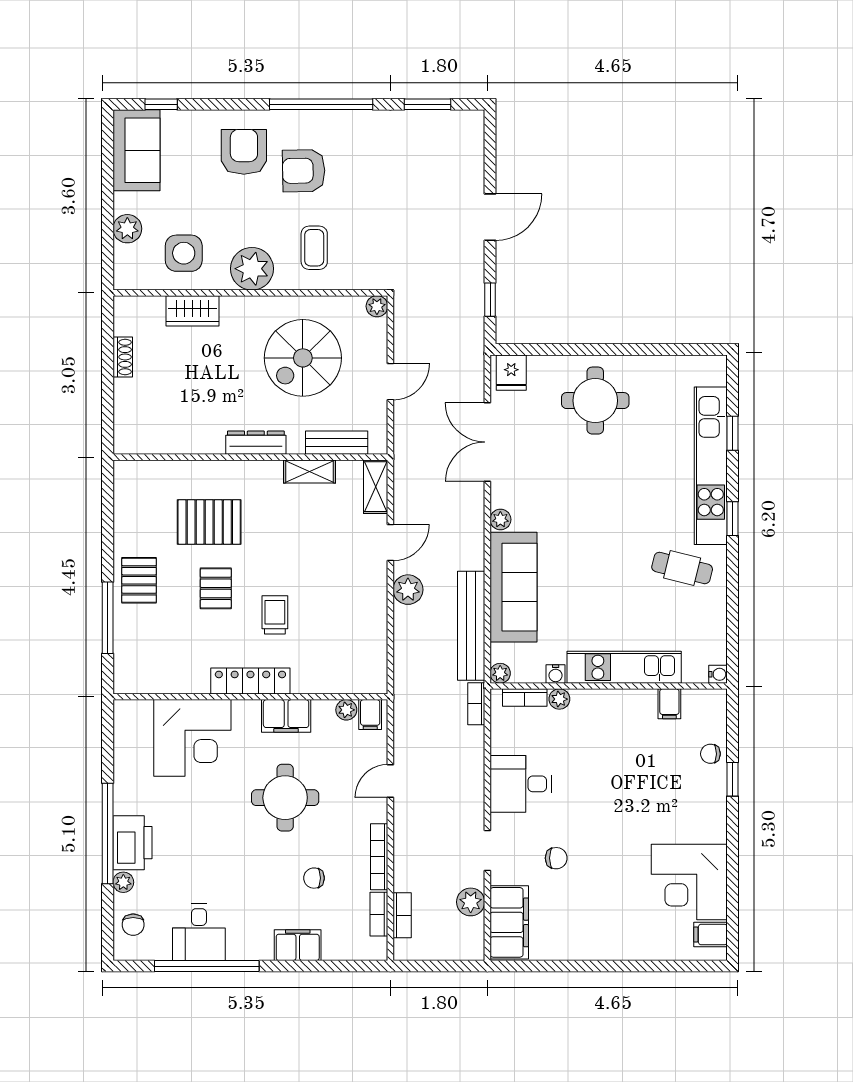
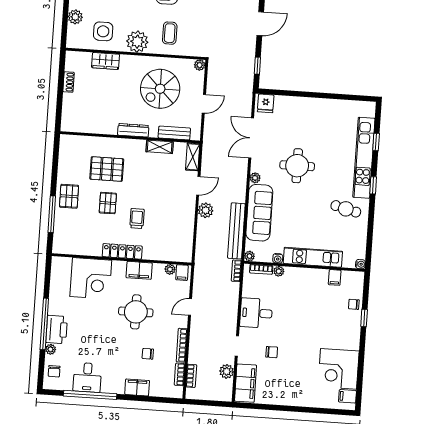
round table: (595, 401) -> (297, 166), moved

